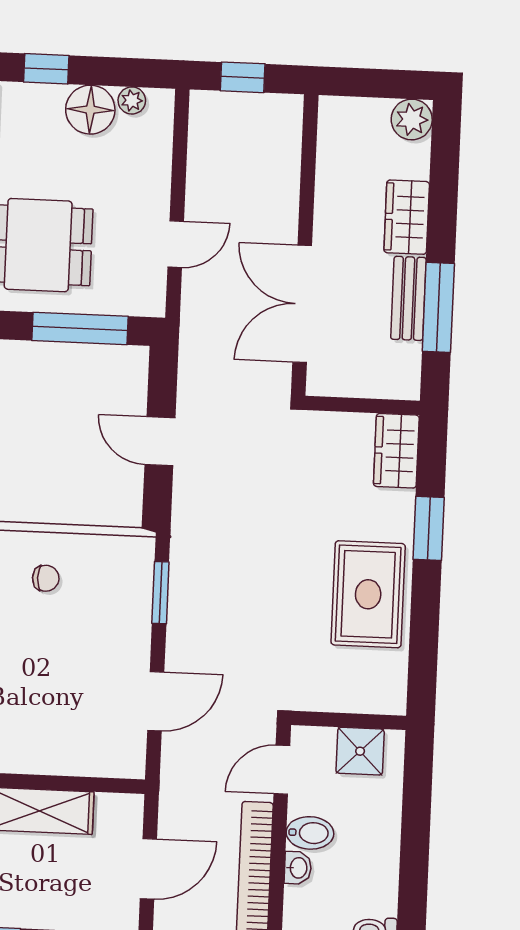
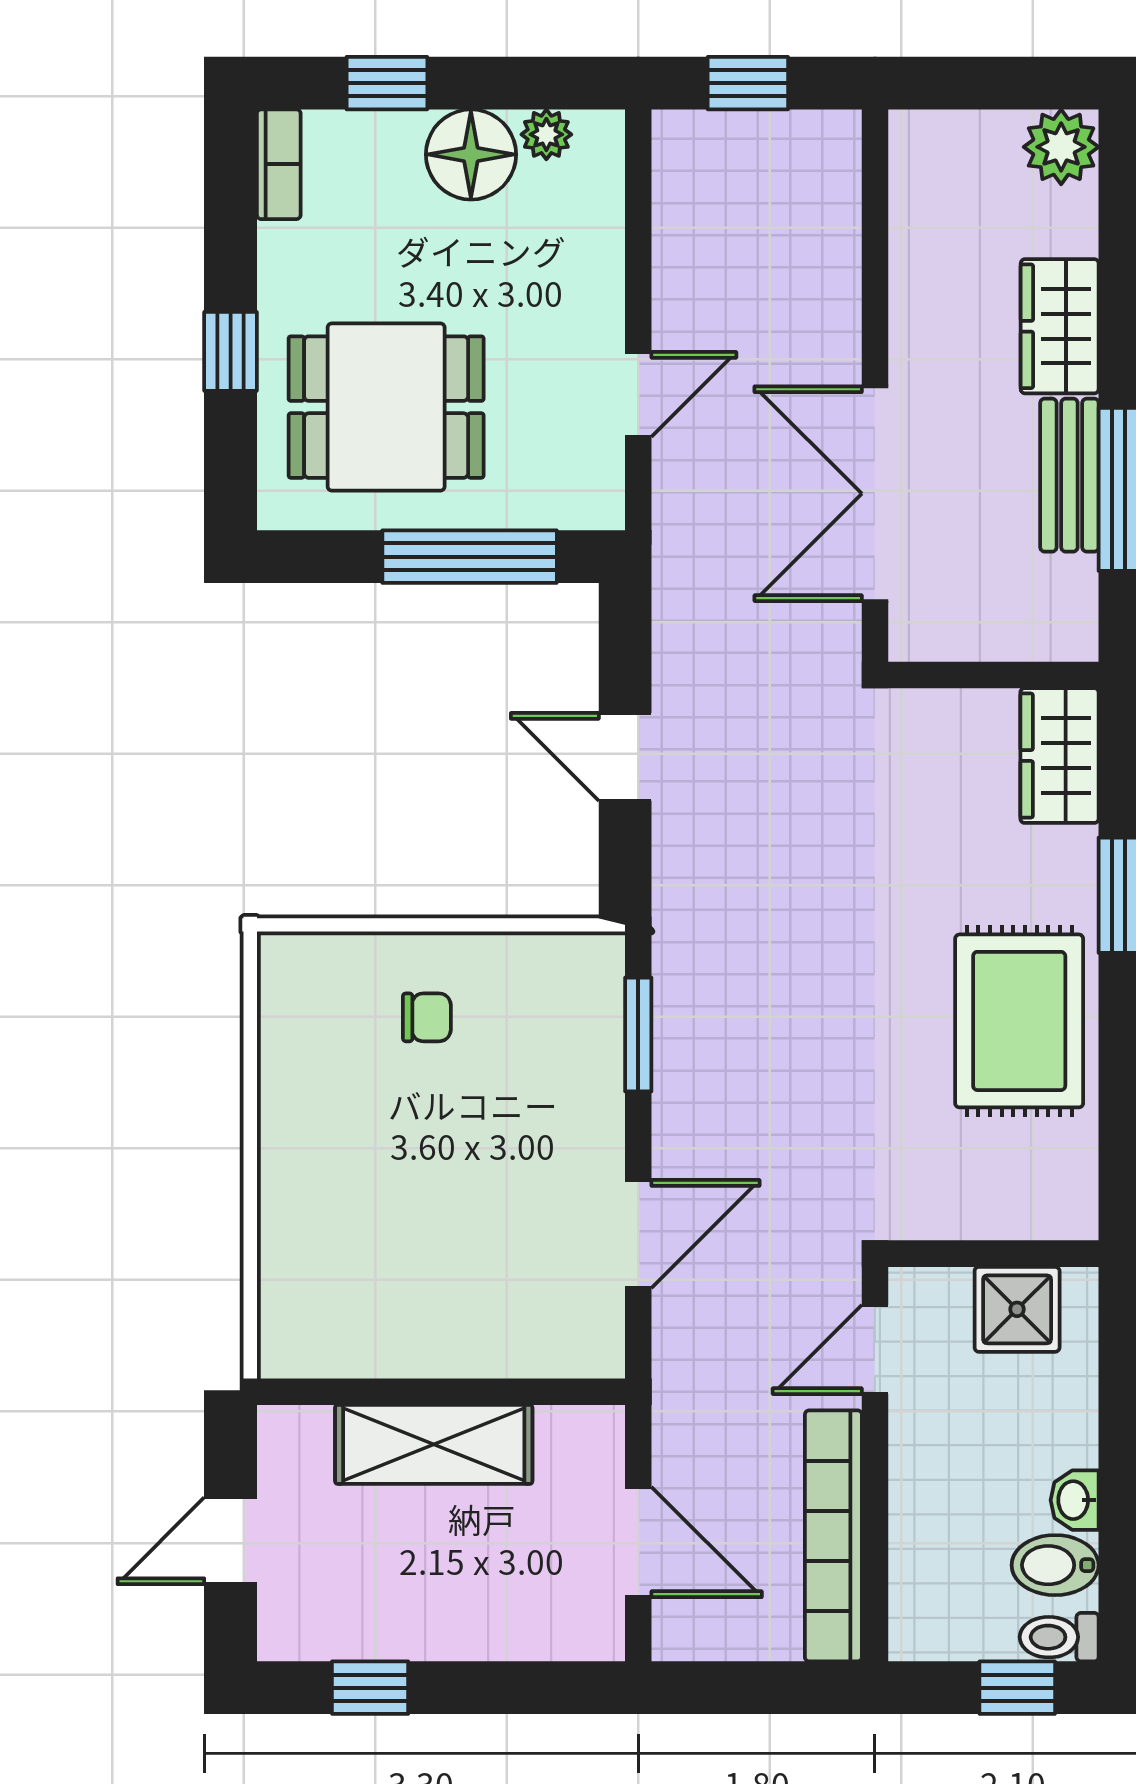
bidet: (310, 833) -> (1055, 1565), moved, turned 180
washbasin: (298, 868) -> (1075, 1500), moved, turned 180
door: (148, 869) -> (638, 1542), hinge flipped

